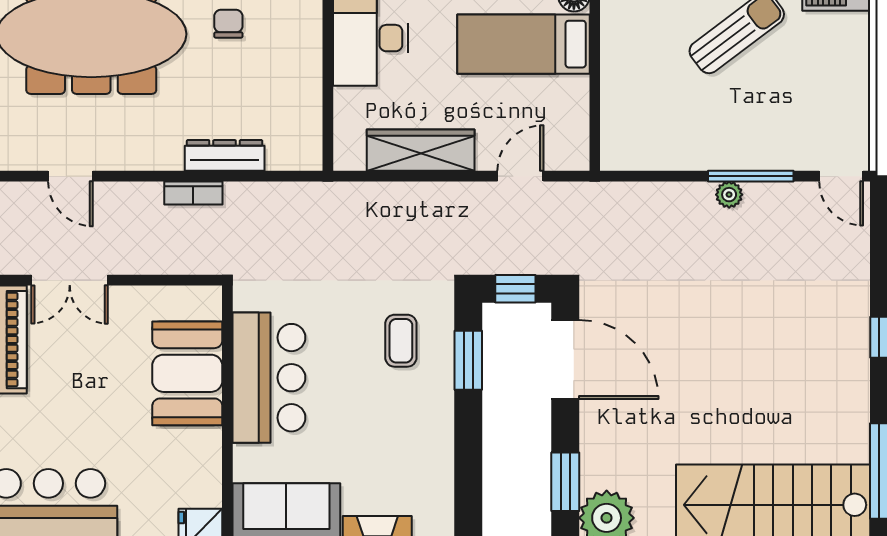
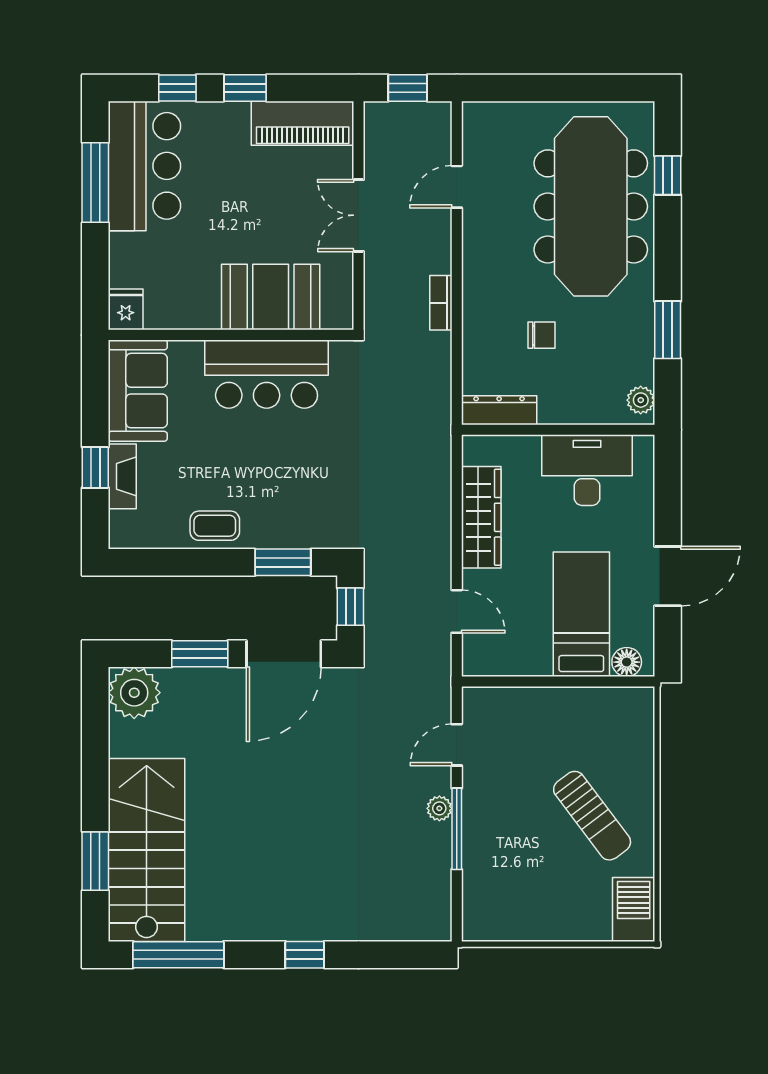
chair: (228, 24) -> (542, 335), moved
dresser: (225, 155) -> (499, 410), moved, turned -90
door: (841, 176) -> (457, 745), moved
double door: (70, 280) -> (359, 215), moved
coffee table: (401, 341) -> (215, 526), moved
window: (565, 482) -> (200, 654), moved

